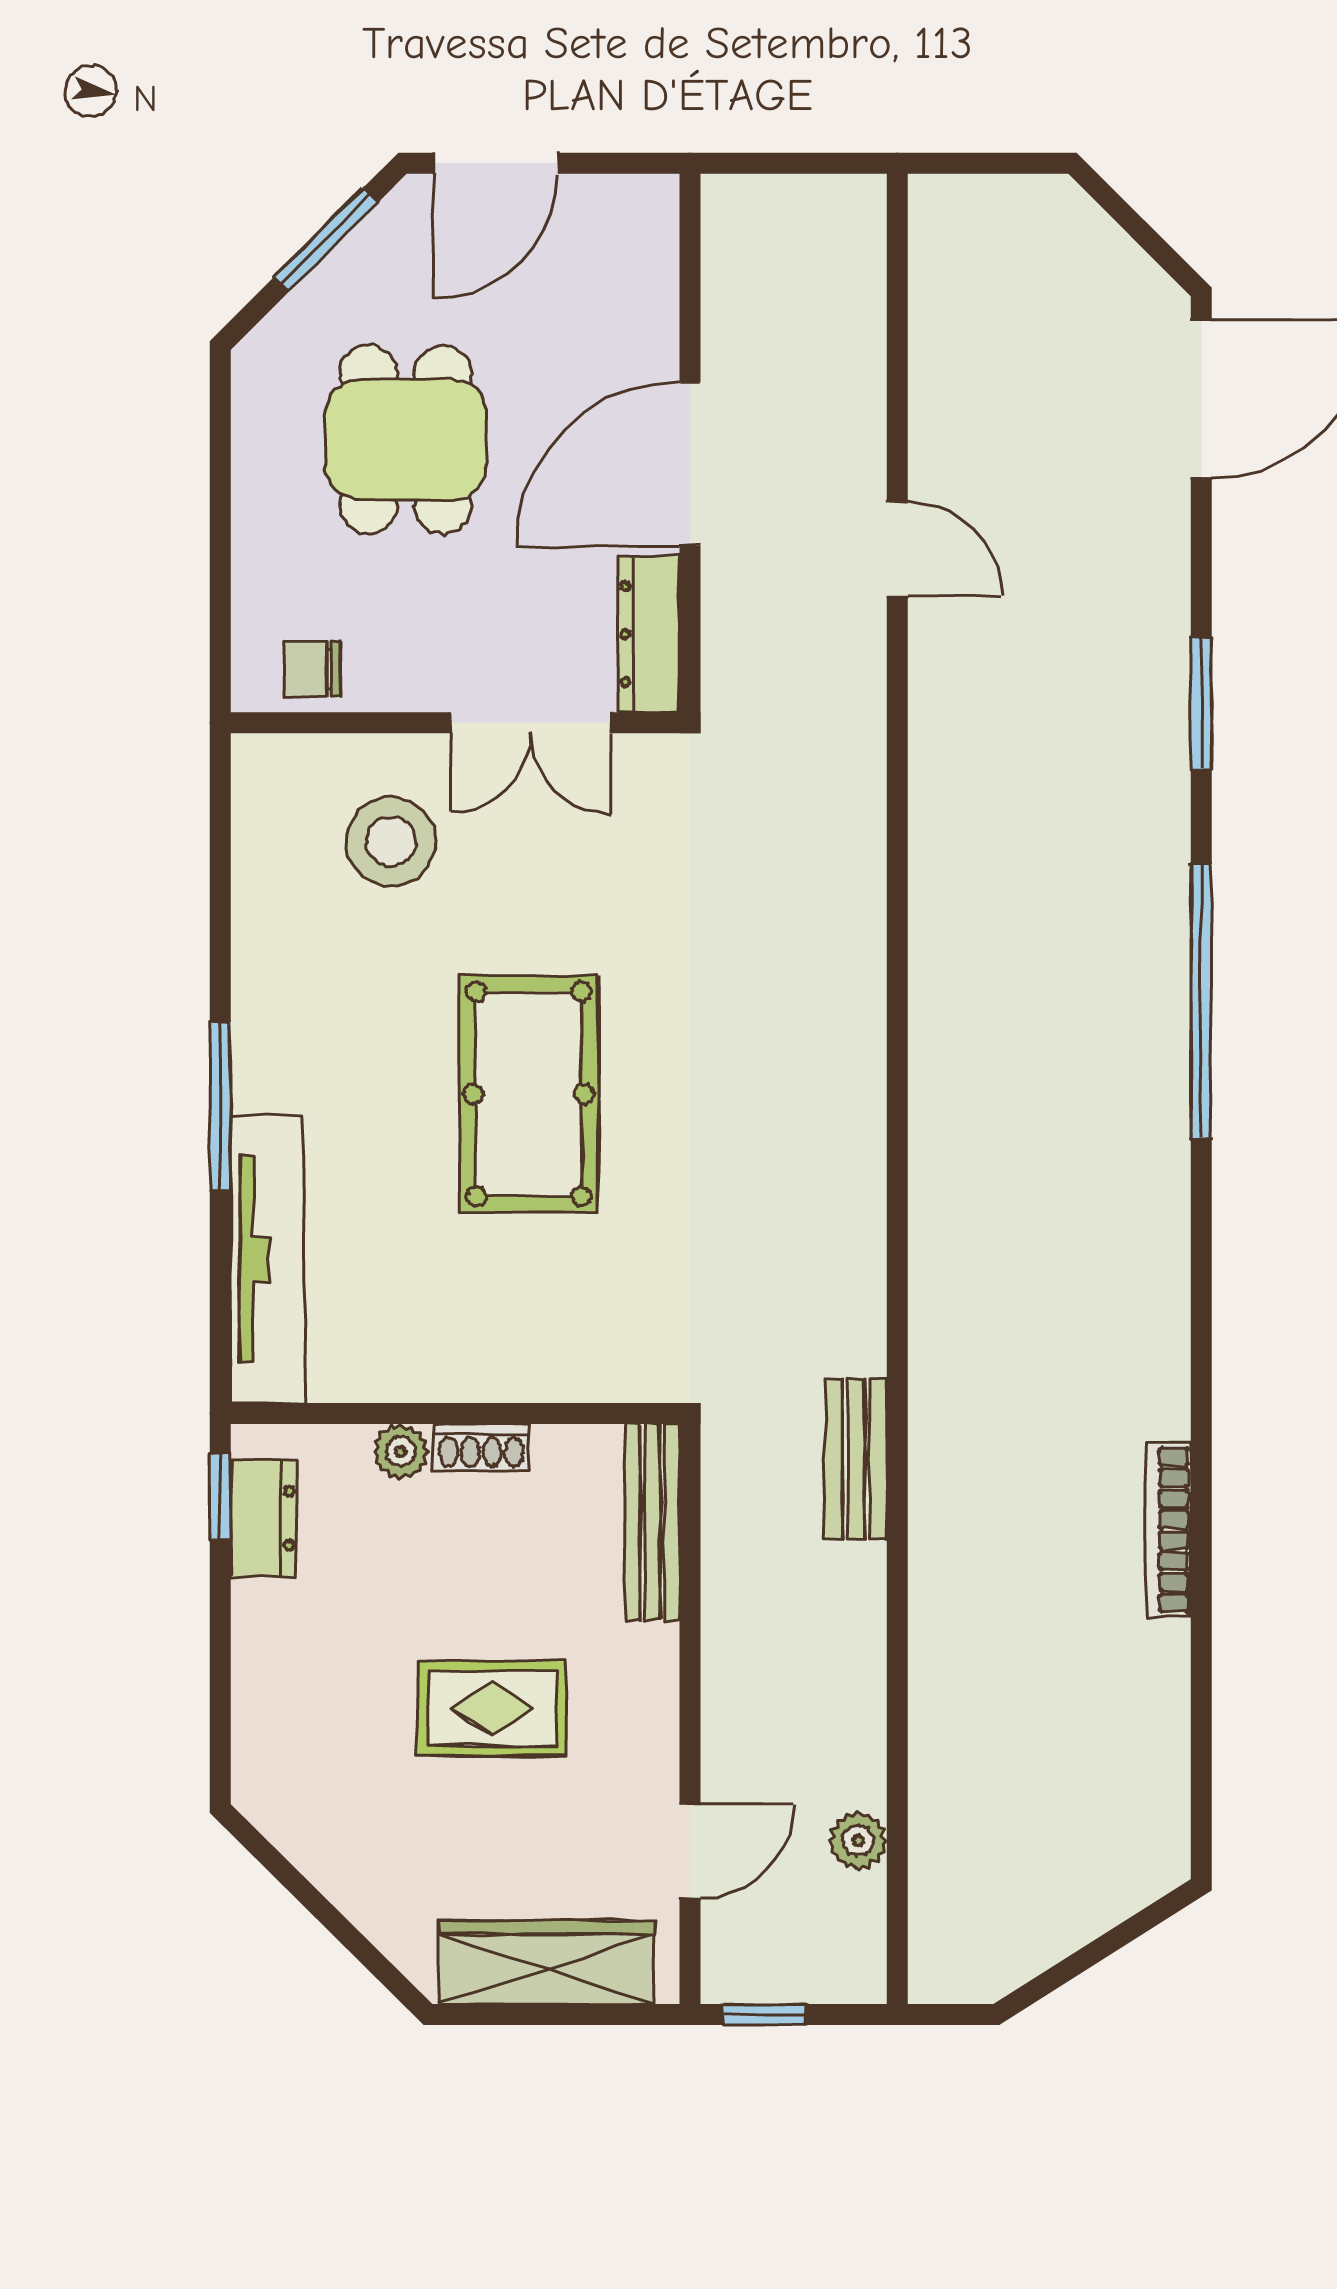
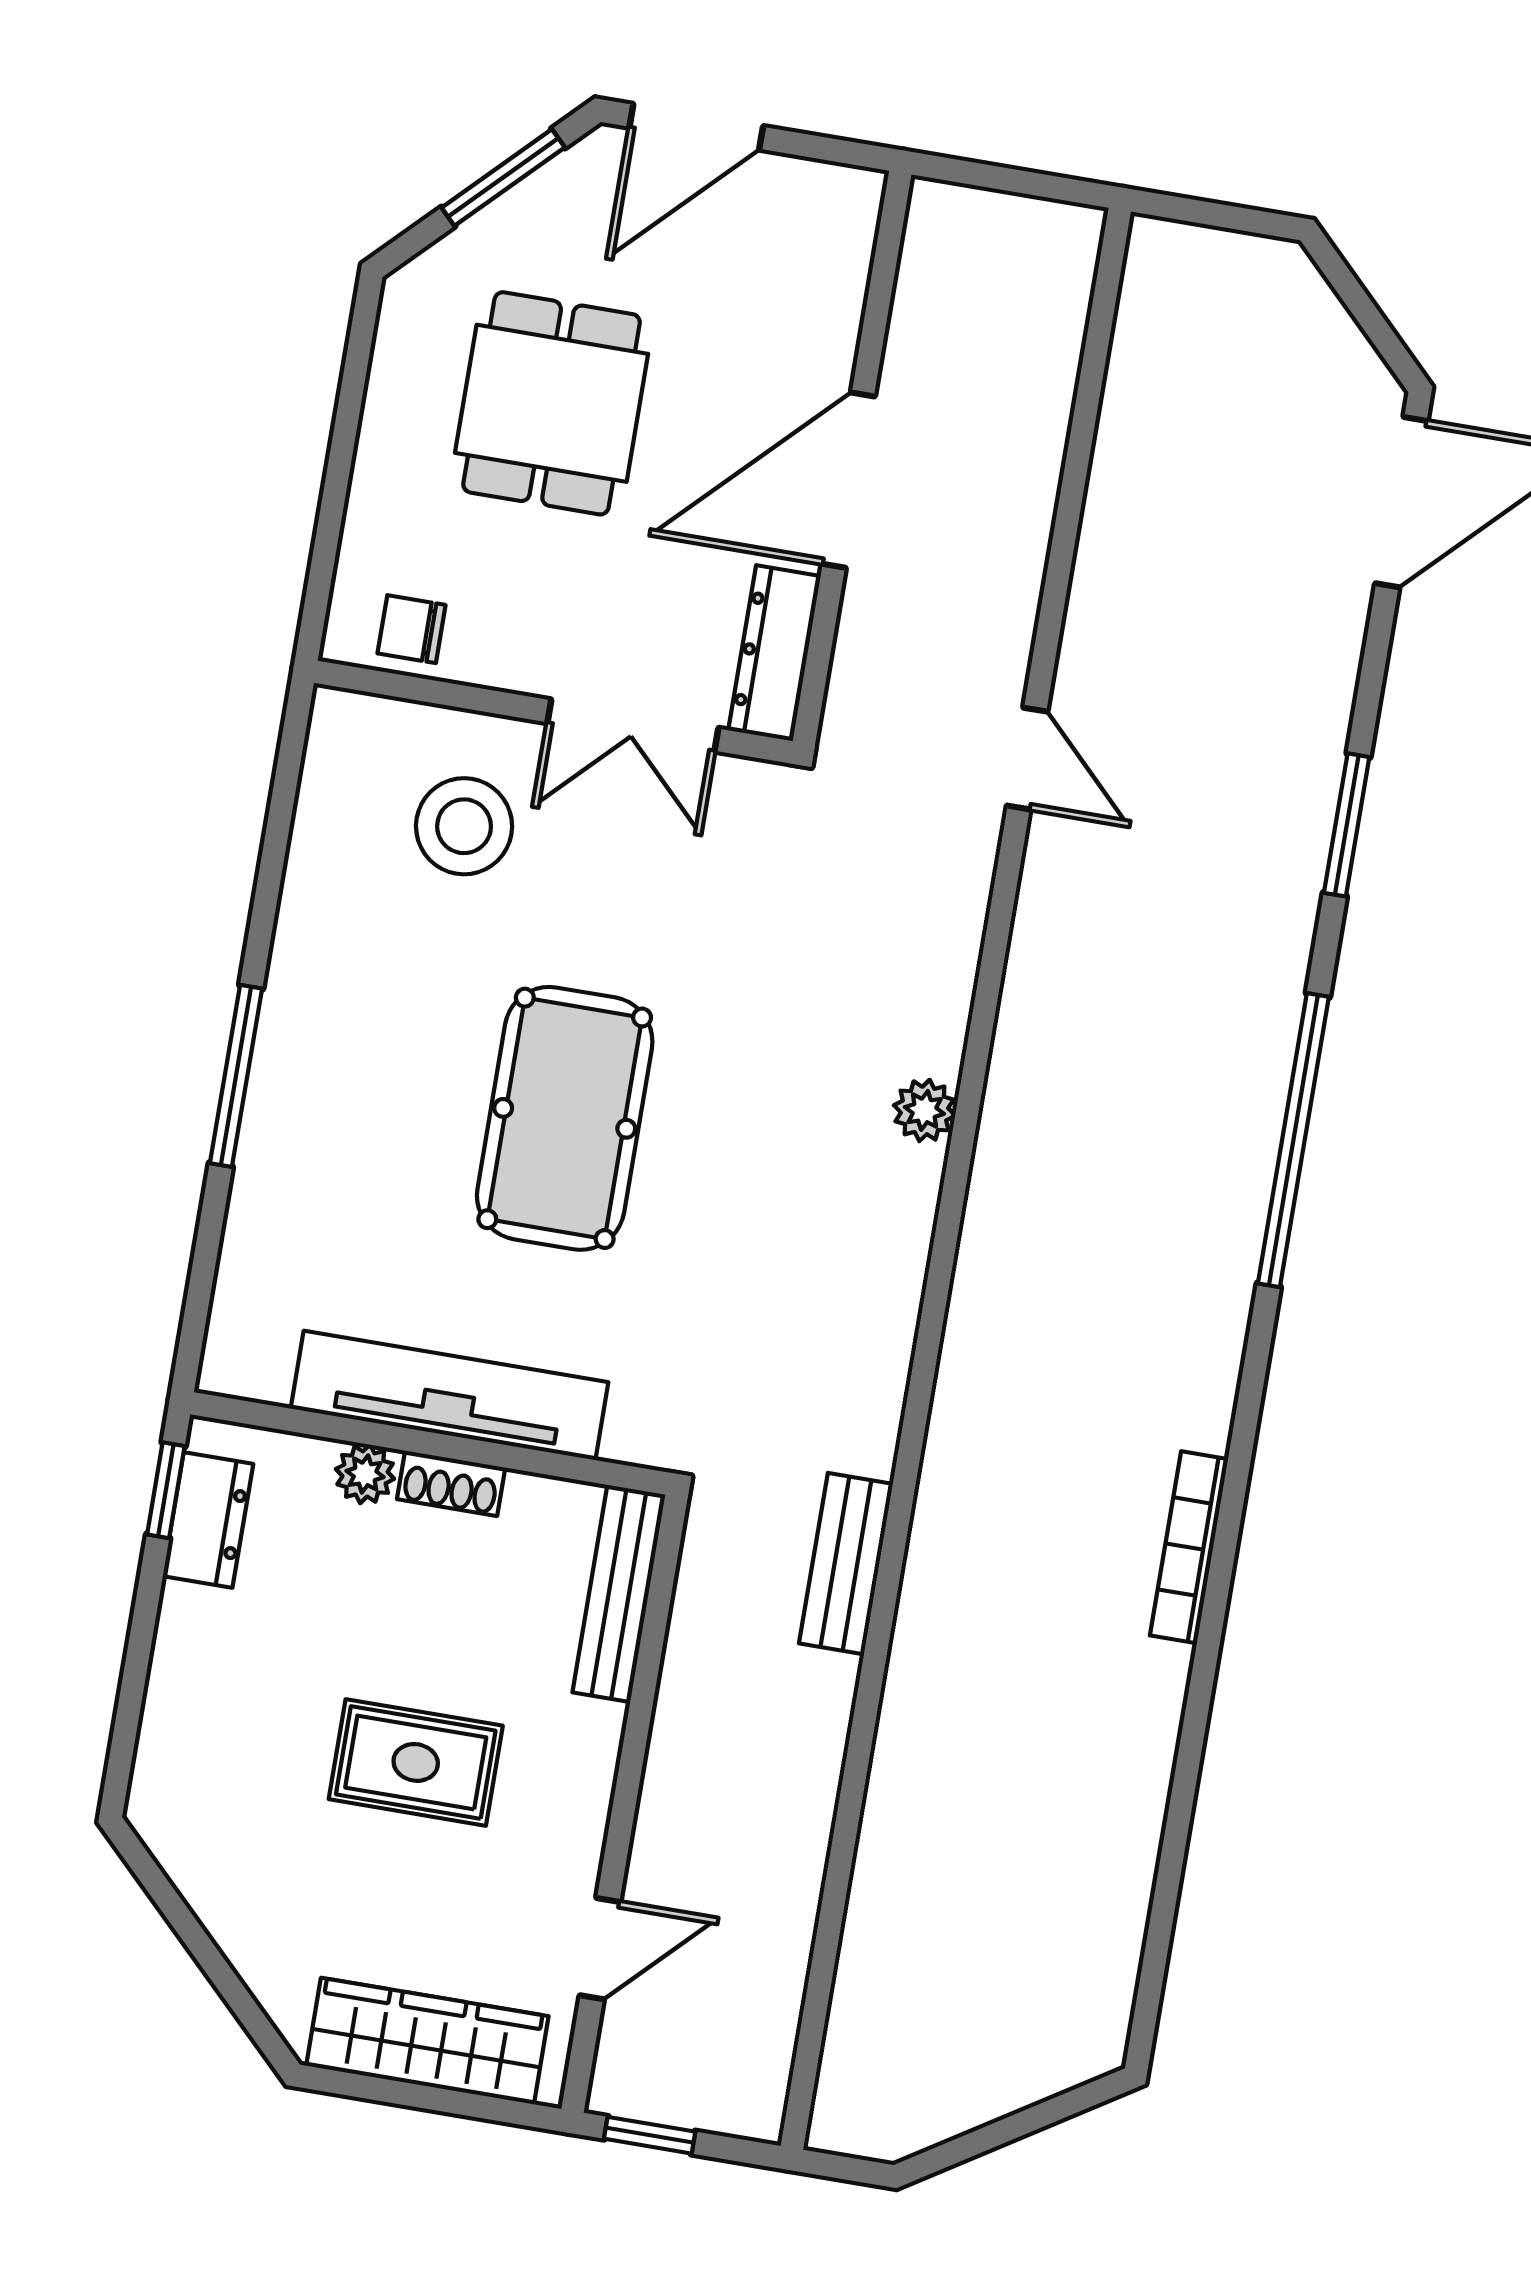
door: (897, 549) -> (1027, 759), moved
tv unit: (268, 1259) -> (450, 1395), moved, turned -90
bookcase: (1169, 1530) -> (1189, 1547), moved
plant: (858, 1840) -> (925, 1110), moved

